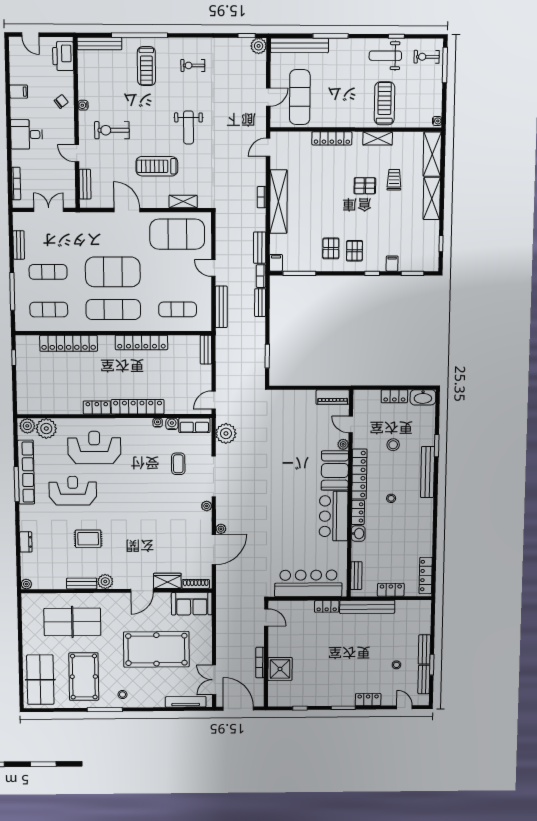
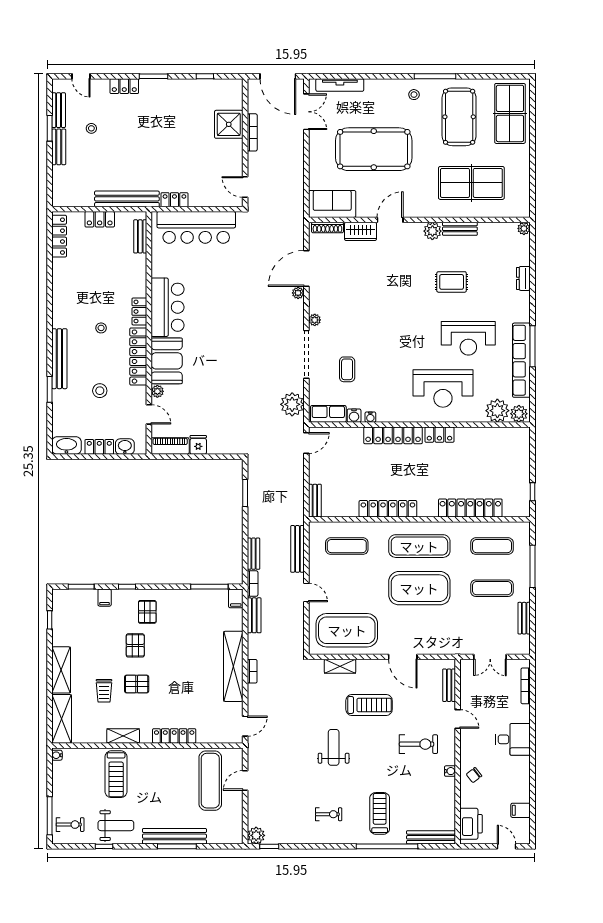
bench: (299, 45) -> (174, 836), moved
filing cabinet: (19, 92) -> (521, 810), moved
pallet: (331, 248) -> (135, 645), moved
fridge: (308, 398) -> (198, 445), added
washbasin: (358, 534) -> (125, 447), moved, turned 90

